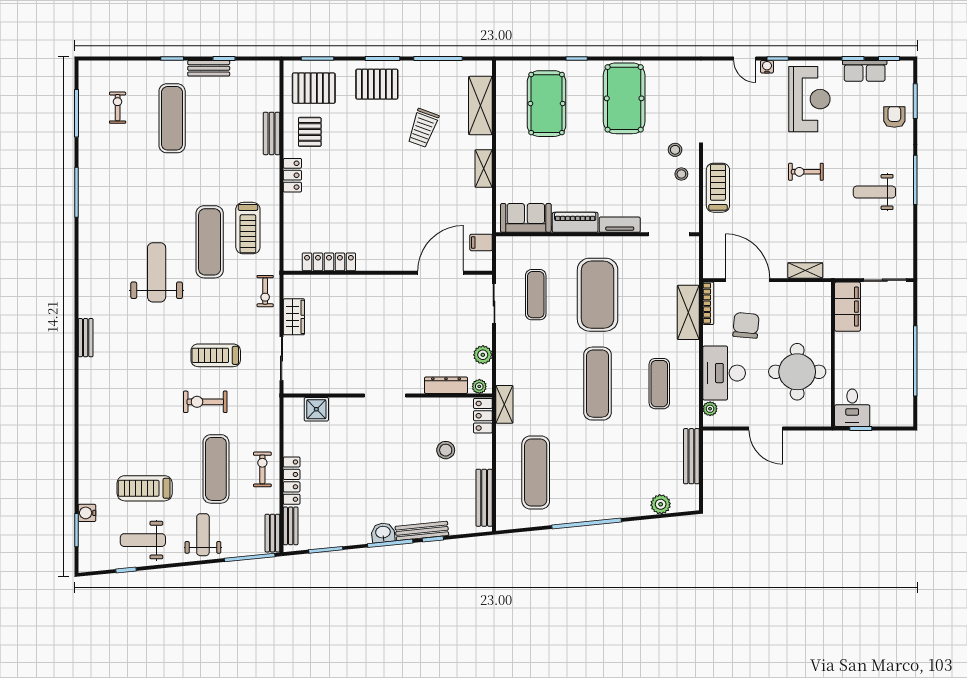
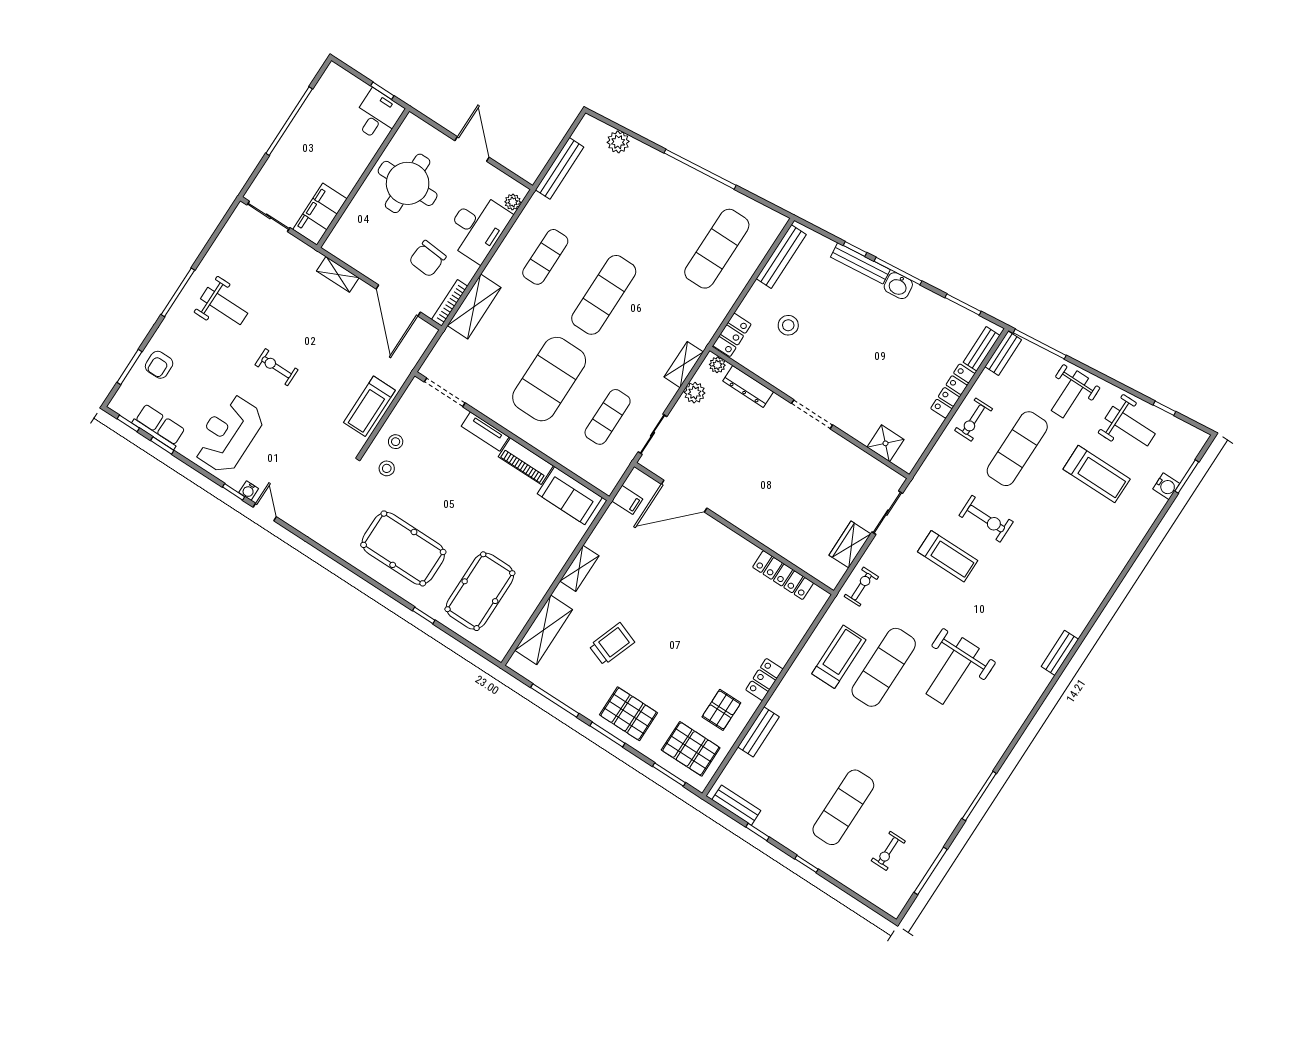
bench: (209, 68) -> (736, 805), moved
pool table: (624, 98) -> (403, 548), turned 90
exercise bike: (806, 172) -> (276, 367), turned 180
shelving: (504, 404) -> (684, 365), moved

